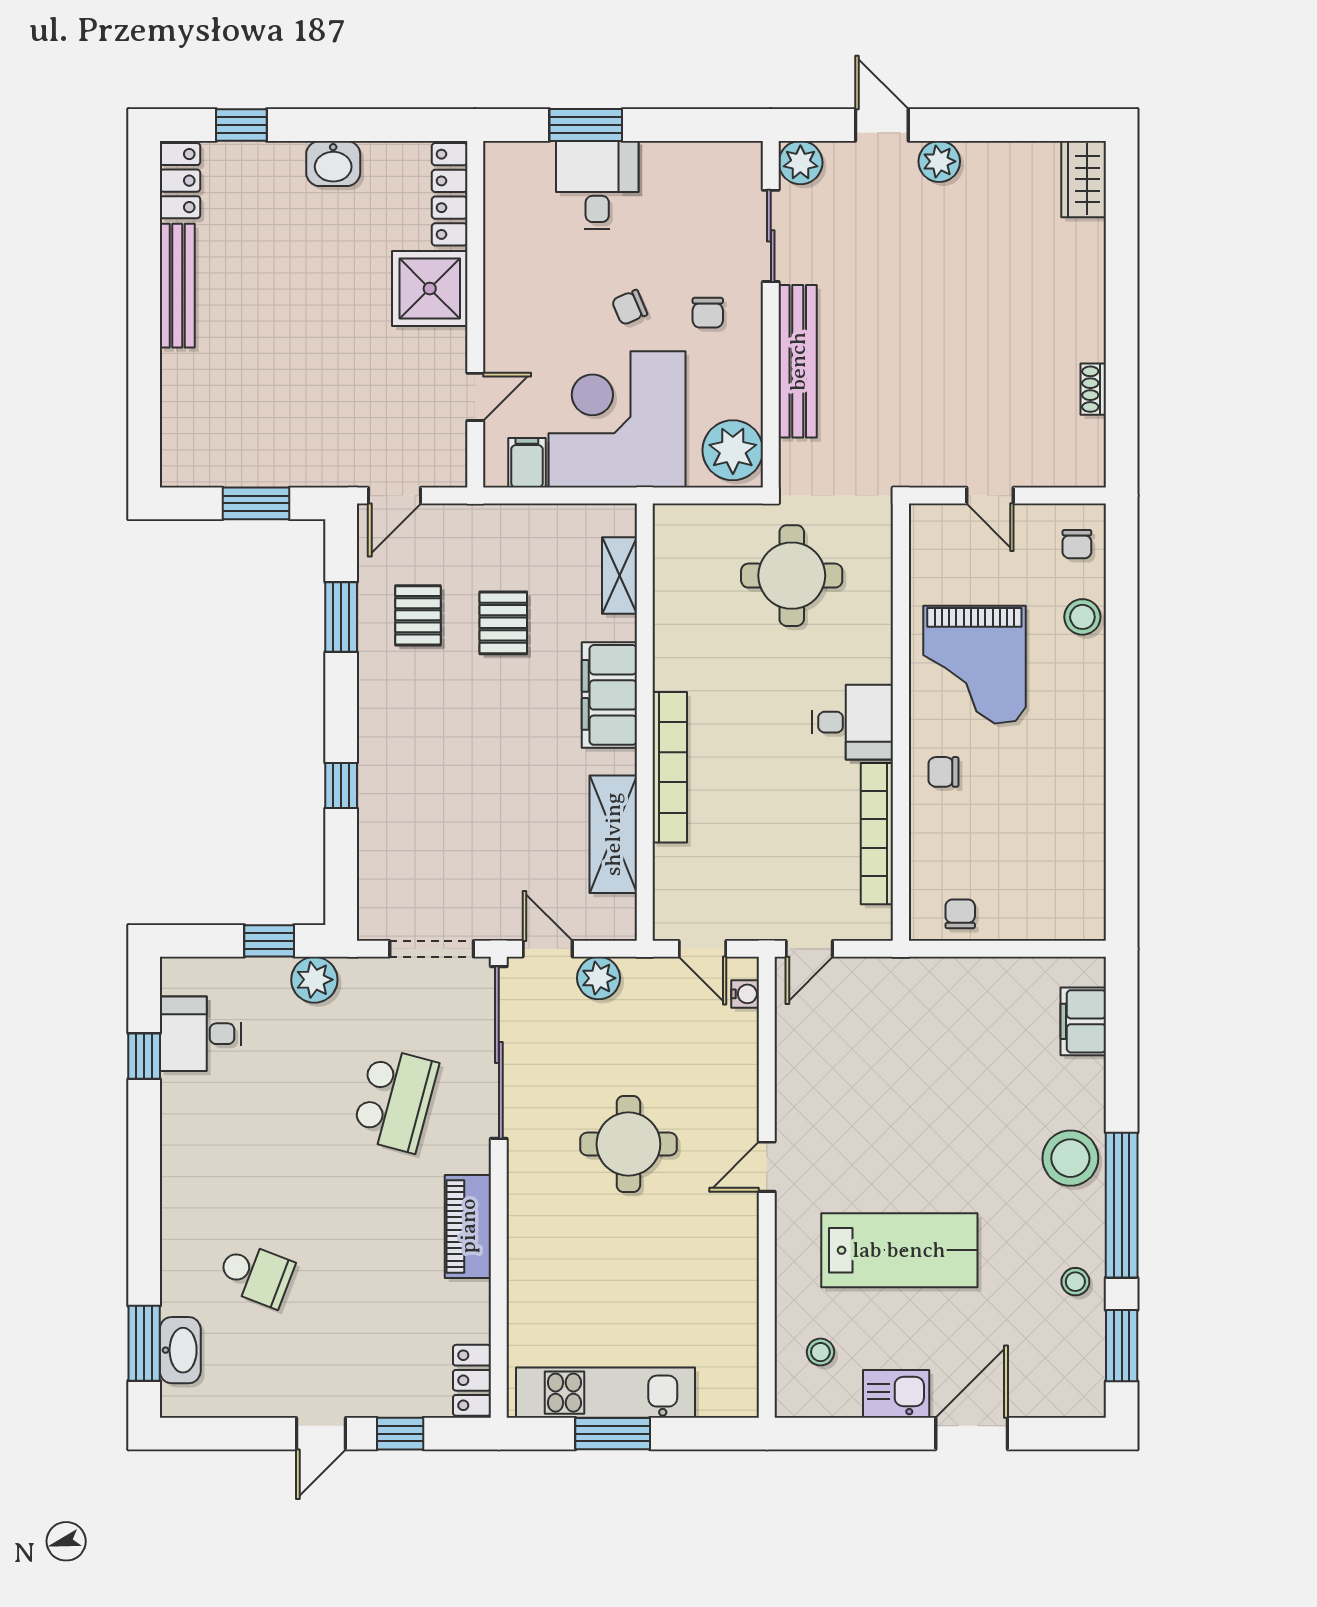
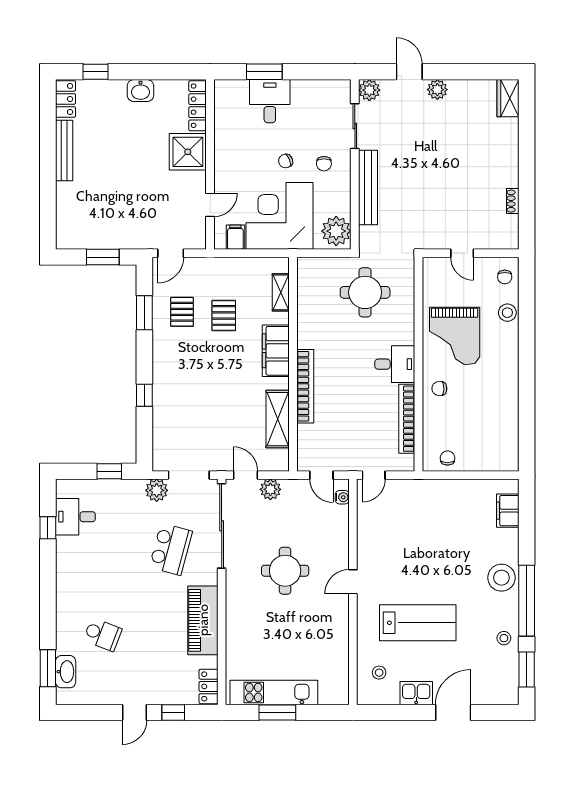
plant: (314, 980) -> (157, 490), moved
piano: (468, 1226) -> (203, 620), width x1.37, depth x1.33

